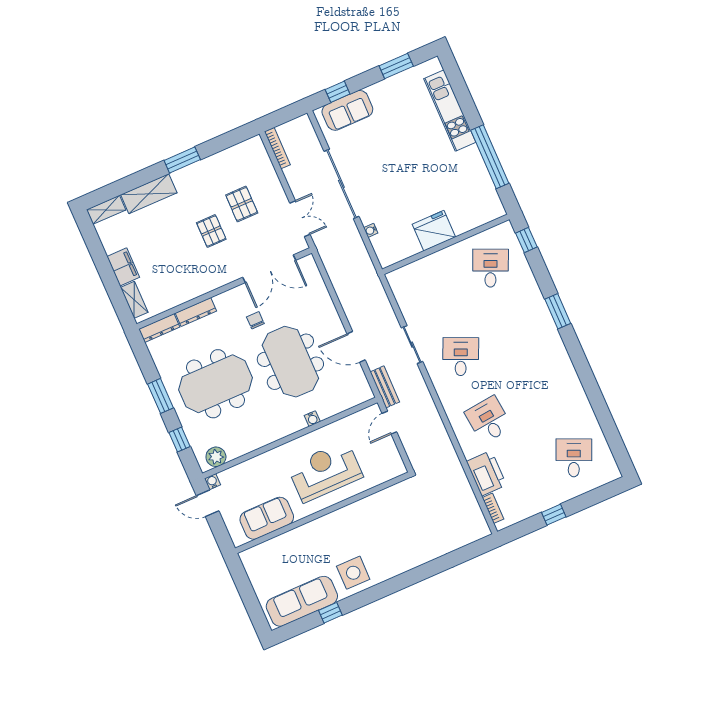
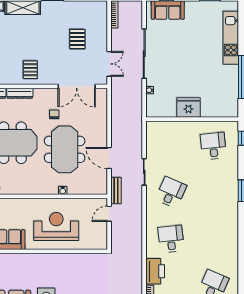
pallet: (211, 231) -> (30, 70), moved
desk: (491, 268) -> (213, 146), turned -30

